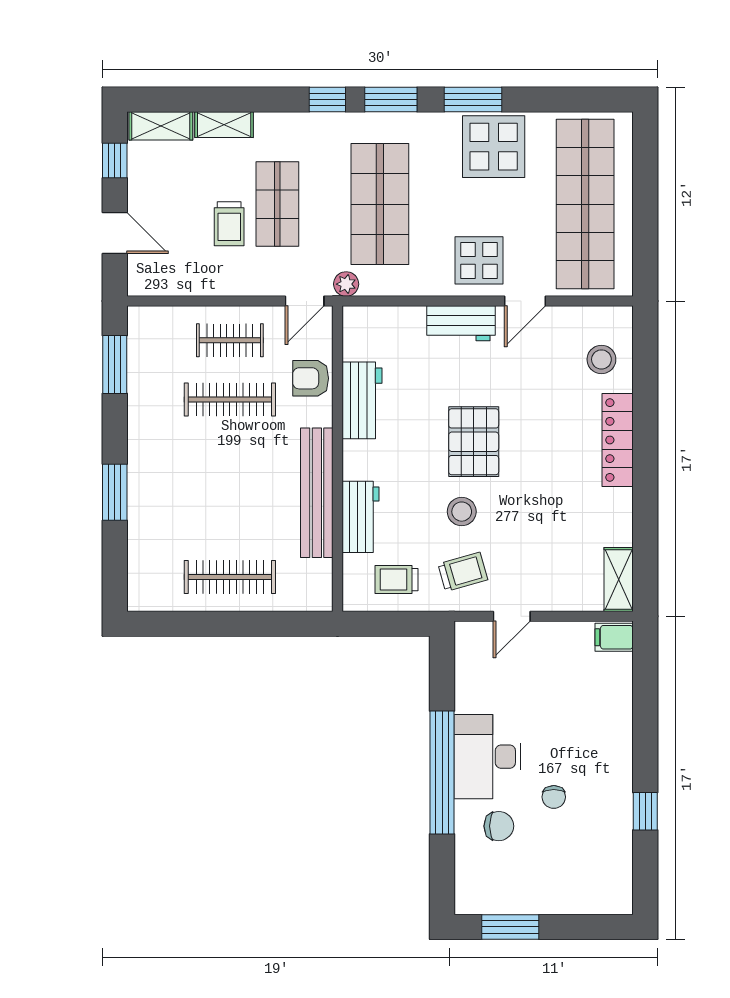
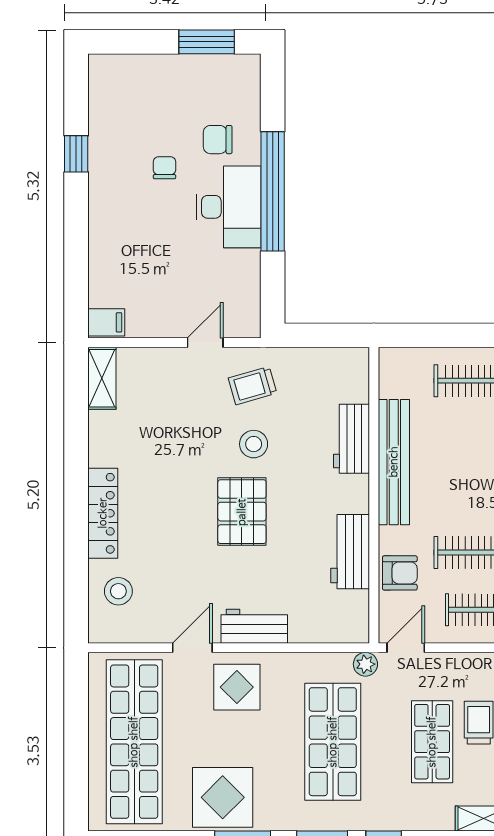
trolley: (396, 580) -> (317, 378), removed

